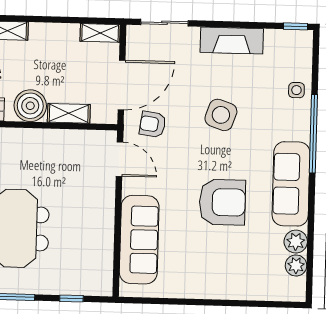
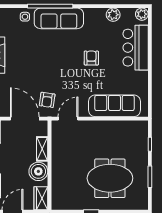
side table: (221, 115) -> (41, 60), removed
sofa: (291, 184) -> (59, 18), moved
armchair: (222, 202) -> (91, 58), width x0.53, depth x0.53
plant: (296, 265) -> (142, 14), moved
bar counter: (238, 279) -> (136, 48), added

